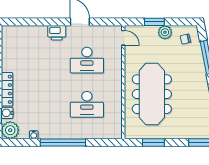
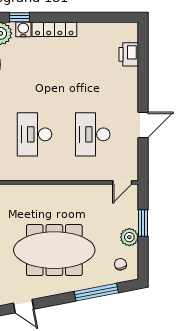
printer: (57, 33) -> (129, 54), moved
meeting table: (152, 94) -> (54, 250), moved

